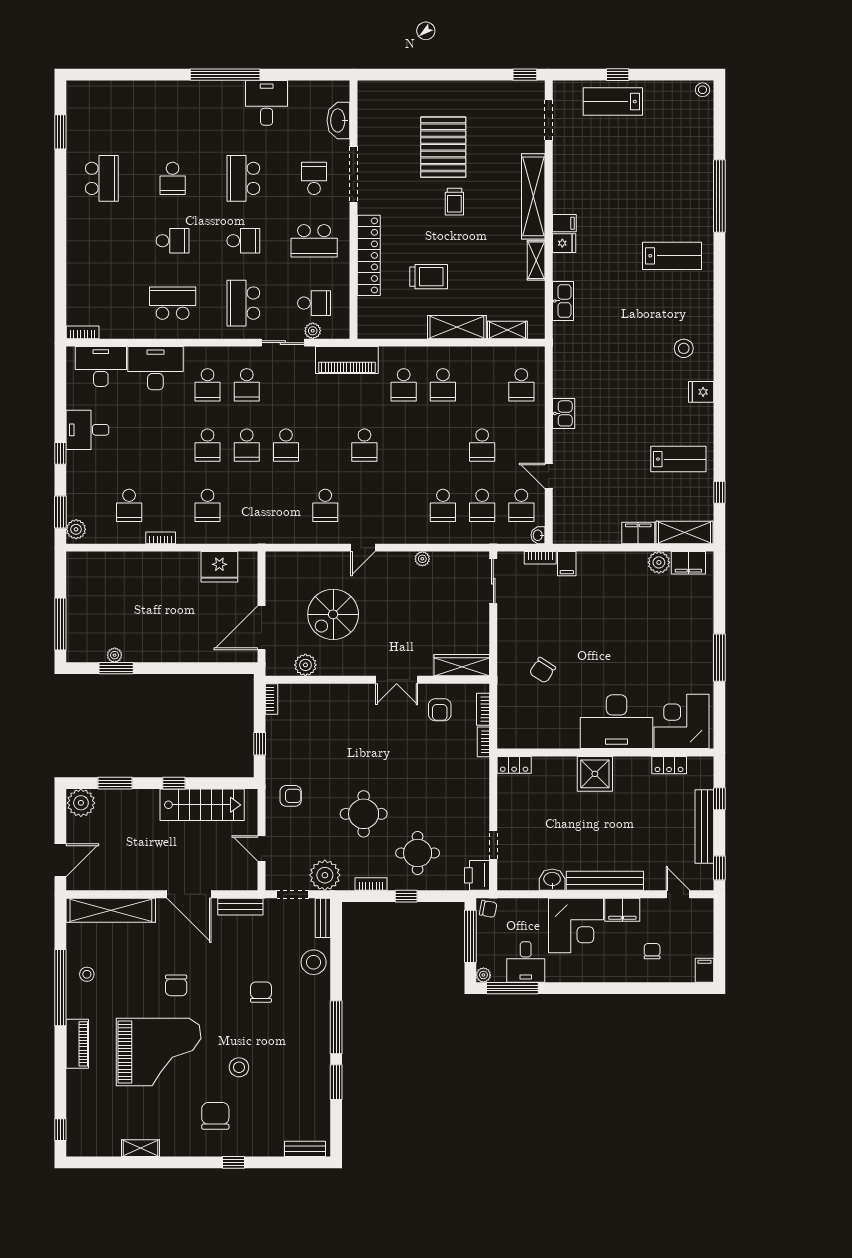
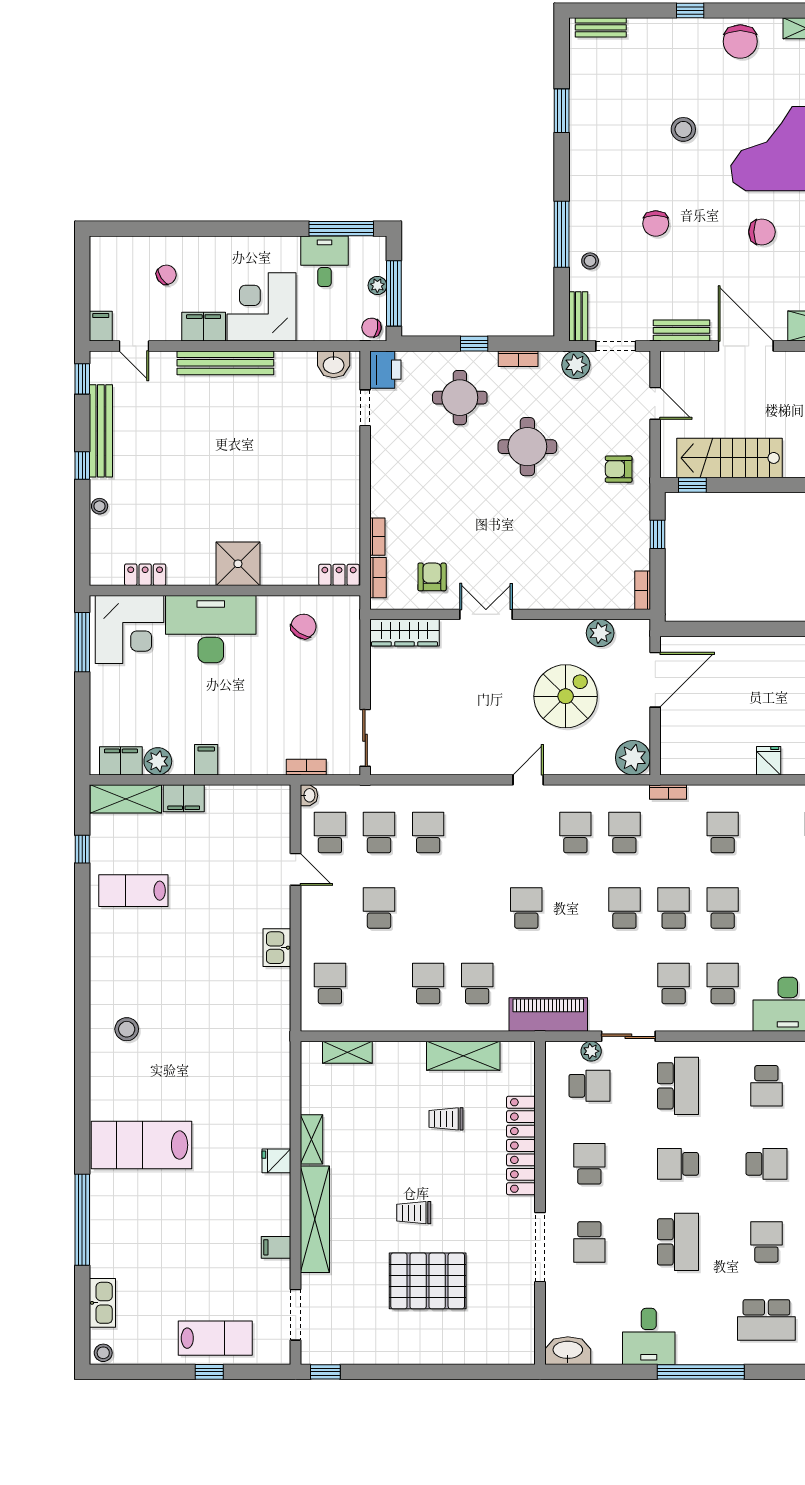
school desk: (173, 116) -> (766, 1320), added
washbasin: (338, 120) -> (568, 1351), moved, turned -90
pallet: (443, 147) -> (428, 1281), turned 90
trolley: (454, 202) -> (414, 1213), turned -90
filing cabinet: (564, 223) -> (276, 1247), moved
school desk: (173, 241) -> (766, 1164), turned 180
school desk: (314, 241) -> (589, 1164), width x0.54
lab bench: (672, 256) -> (141, 1145), width x1.36, depth x1.39
trolley: (429, 277) -> (446, 1119), width x0.73, depth x0.72
kitchen sink: (563, 301) -> (102, 1303), moved, turned 180
school desk: (173, 303) -> (766, 1086), width x0.54
school desk: (314, 303) -> (589, 1086), turned 180
shelving: (457, 327) -> (463, 1056), moved
fridge: (701, 392) -> (105, 975), removed
school desk: (286, 505) -> (624, 833), added
bookcase: (161, 538) -> (668, 792), moved
plant: (422, 559) -> (633, 758), moved, width x1.87, depth x1.87
filing cabinet: (567, 564) -> (206, 760), moved
fridge: (219, 567) -> (769, 761), moved, width x0.53, depth x0.75
corner desk: (681, 721) -> (130, 629), moved
desk: (617, 722) -> (211, 629), moved
wall: (605, 753) -> (225, 590), moved
locker: (514, 765) -> (339, 575), moved
locker: (669, 765) -> (145, 575), moved
stool: (705, 766) -> (100, 506), added
shower: (595, 774) -> (238, 564), moved
window: (174, 783) -> (692, 485), moved
plant: (325, 875) -> (576, 365), width x0.73, depth x0.73
washbasin: (552, 880) -> (334, 364), moved
chair: (652, 951) -> (166, 275), turned -124
stool: (314, 962) -> (590, 261), width x0.53, depth x0.53
filing cabinet: (704, 970) -> (101, 326), moved, turned 180
plant: (483, 975) -> (377, 285), moved
chair: (176, 985) -> (762, 232), turned 90
window: (336, 1027) -> (562, 234), moved
chair: (215, 1116) -> (740, 42), moved

